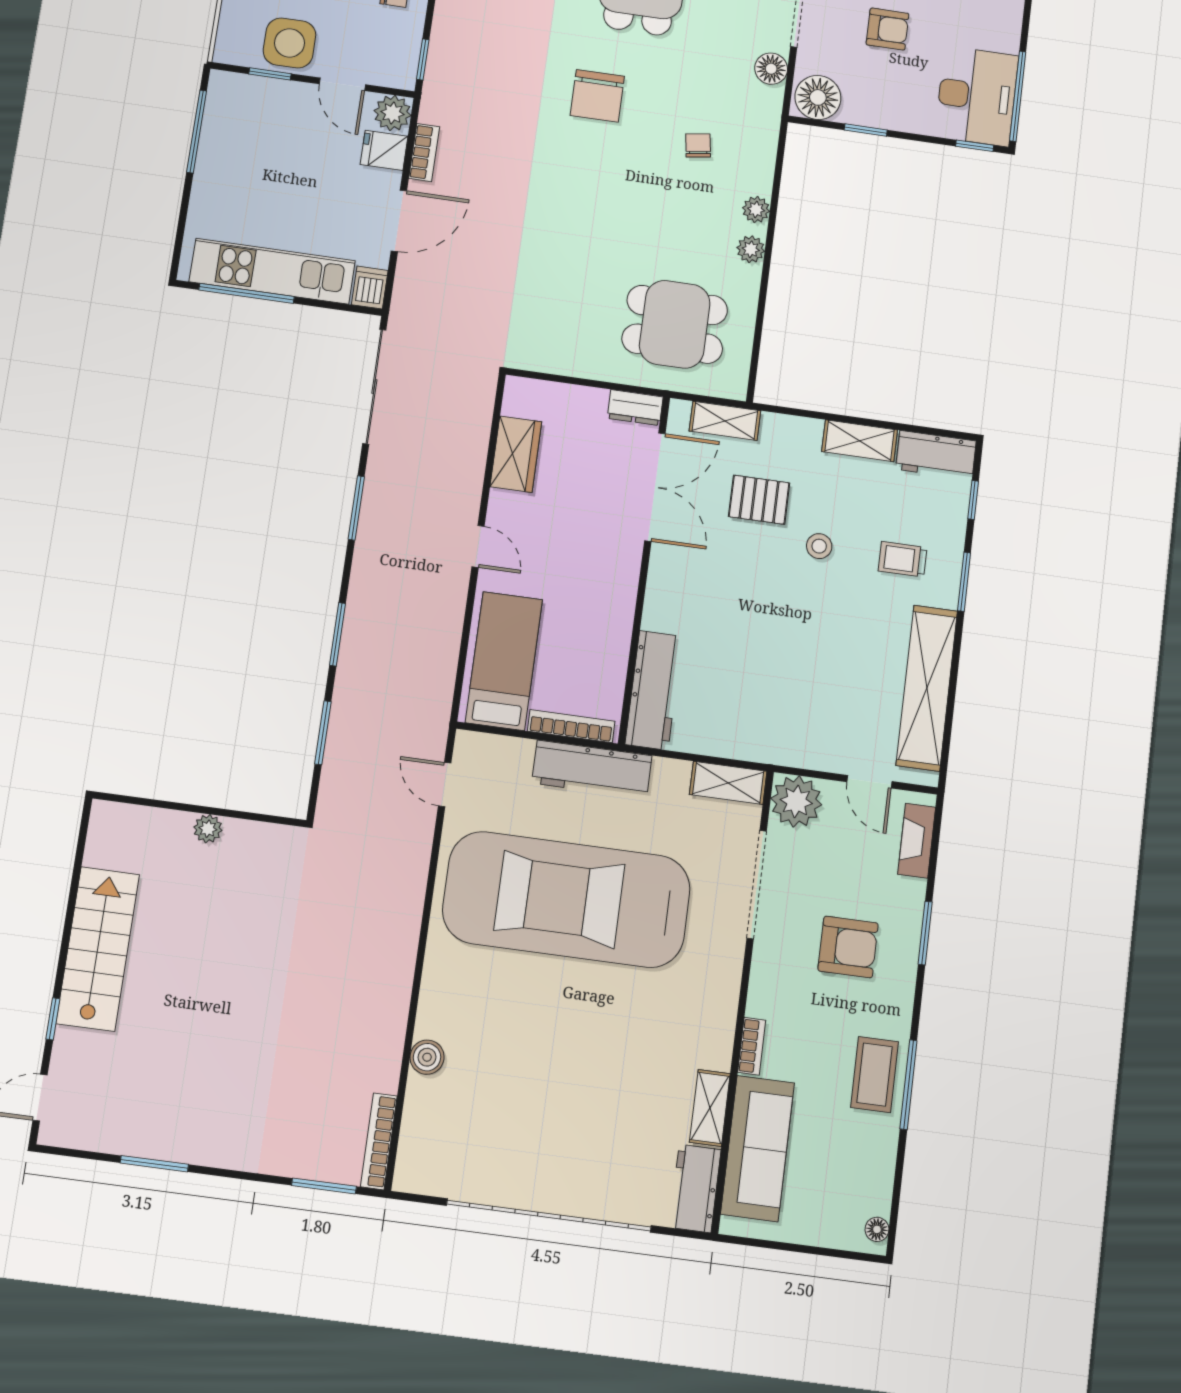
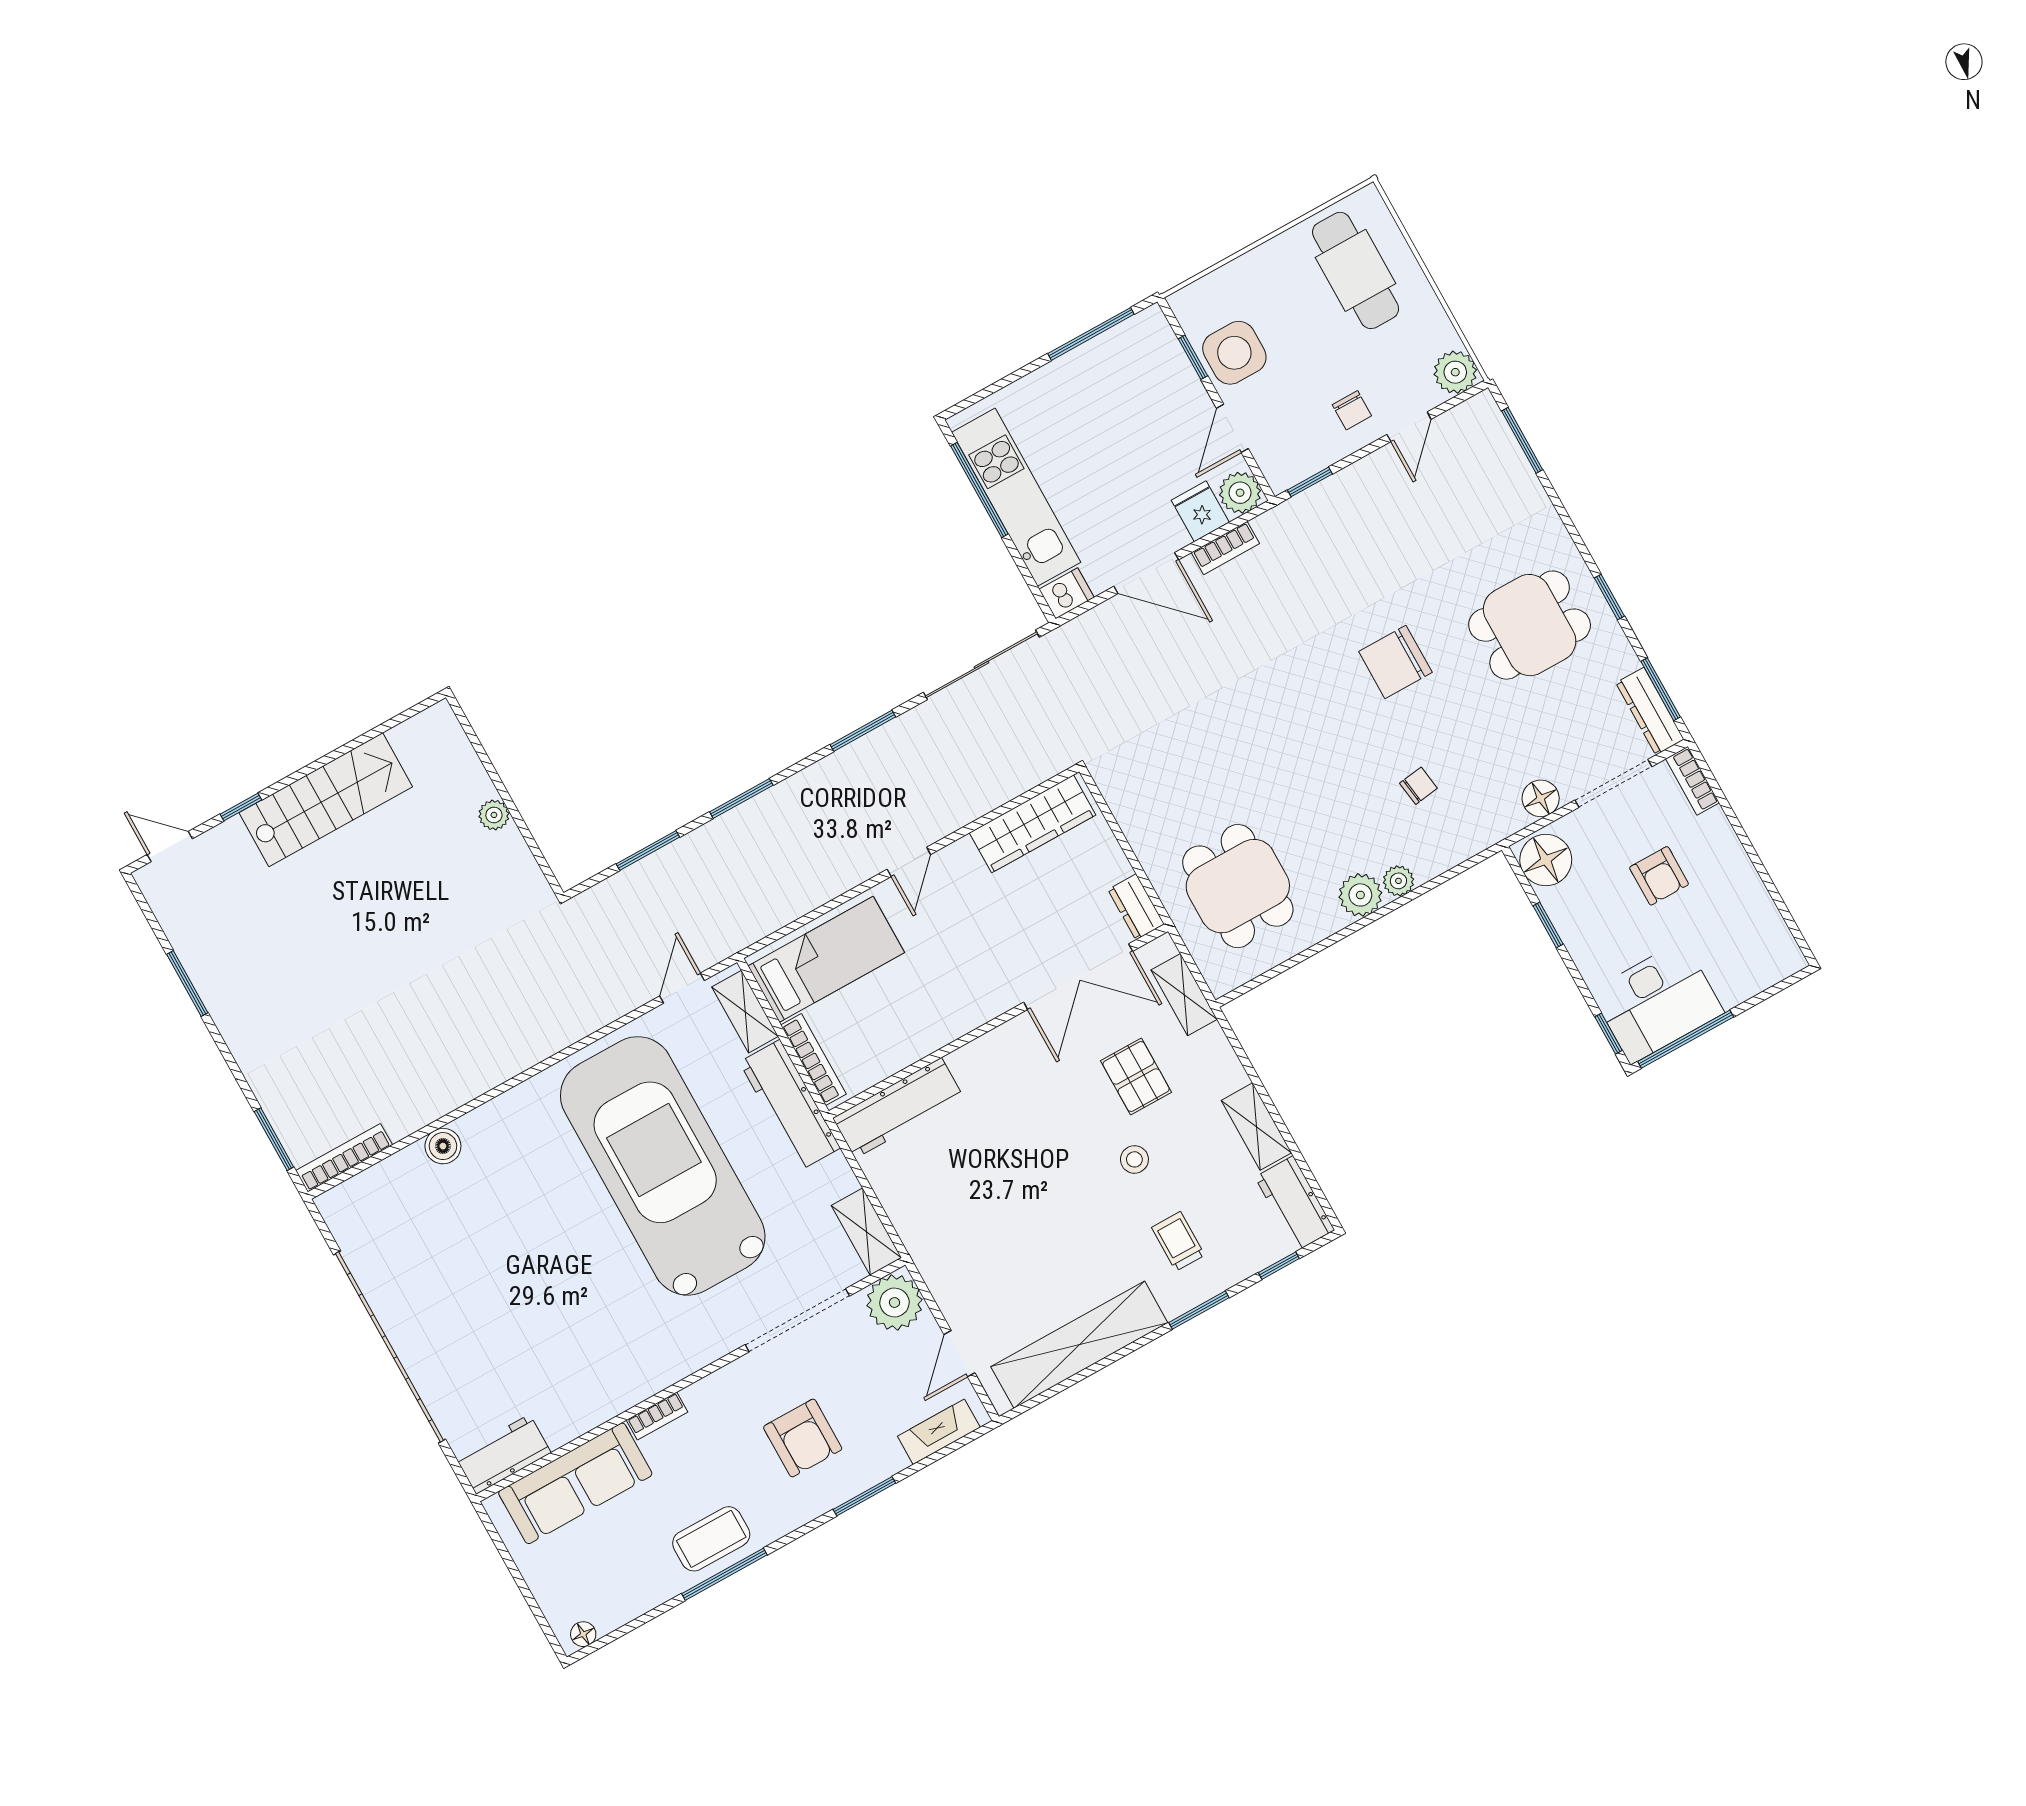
plant: (751, 249) -> (1360, 895), width x1.38, depth x1.38
wardrobe: (516, 454) -> (1032, 824), width x1.50
shelving: (710, 1108) -> (745, 1012), moved, turned 90

